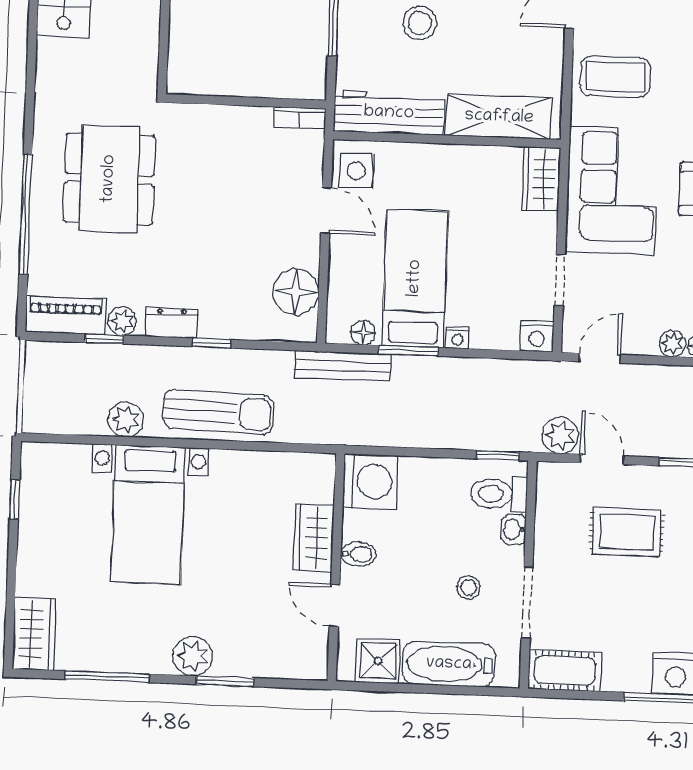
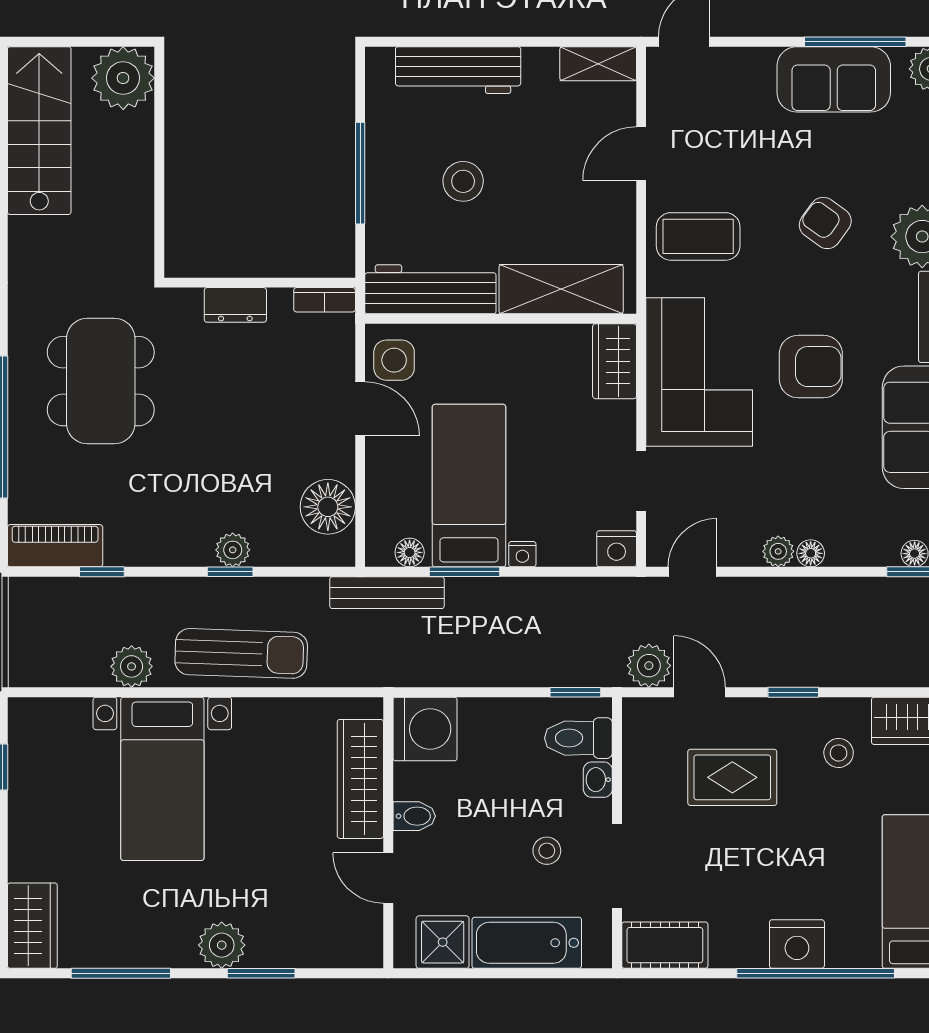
plant: (122, 321) -> (233, 550), moved
dresser: (172, 323) -> (235, 305), moved, turned 180
wardrobe: (314, 538) -> (360, 779), width x1.50

